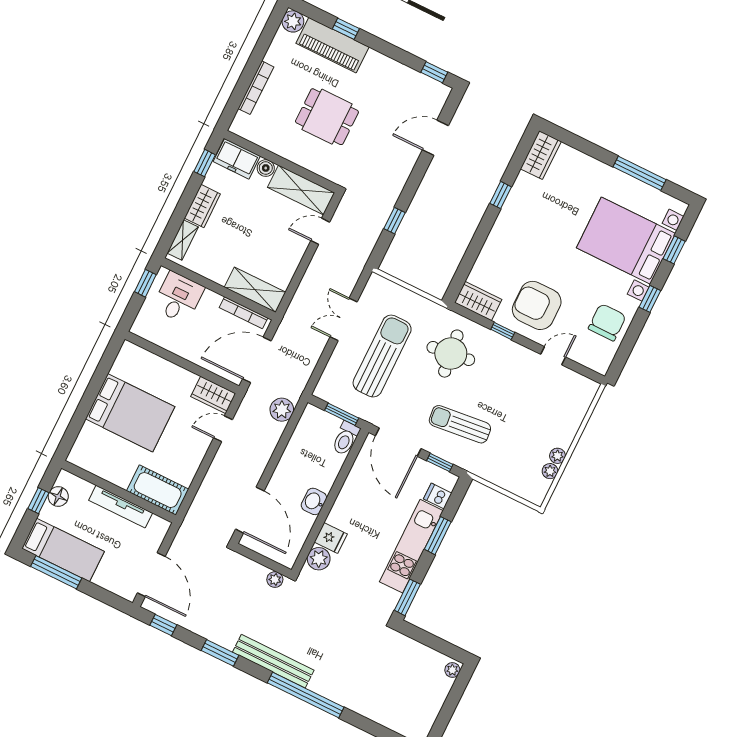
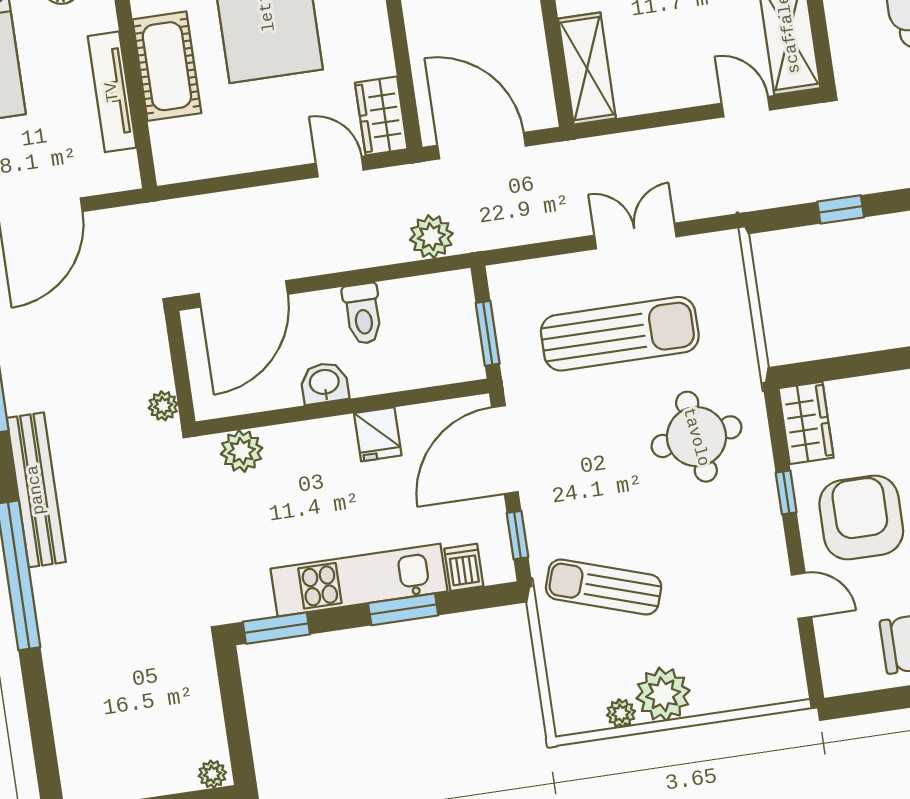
bookcase: (244, 313) -> (540, 75), removed
sun lounger: (460, 424) -> (604, 587), moved, turned -66
toilet: (346, 438) -> (363, 314), moved, turned -90
plant: (557, 456) -> (663, 694), width x1.87, depth x1.87
cot: (158, 490) -> (167, 66), moved
fridge: (331, 538) -> (378, 434), moved

